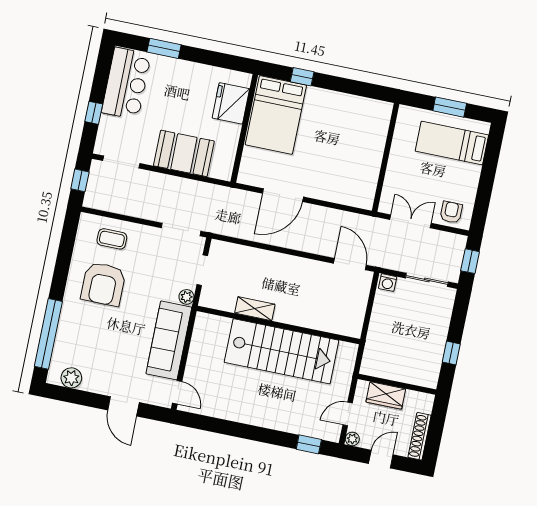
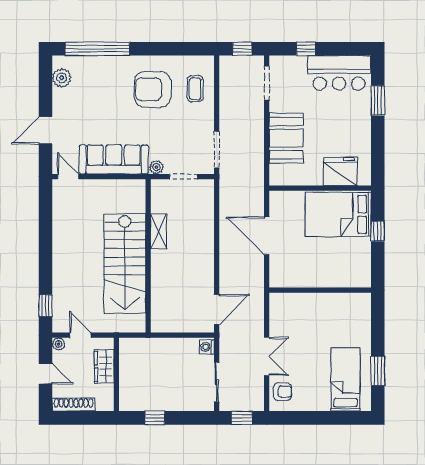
wall: (386, 157) -> (320, 290), moved
door: (177, 392) -> (68, 177), swing flipped

